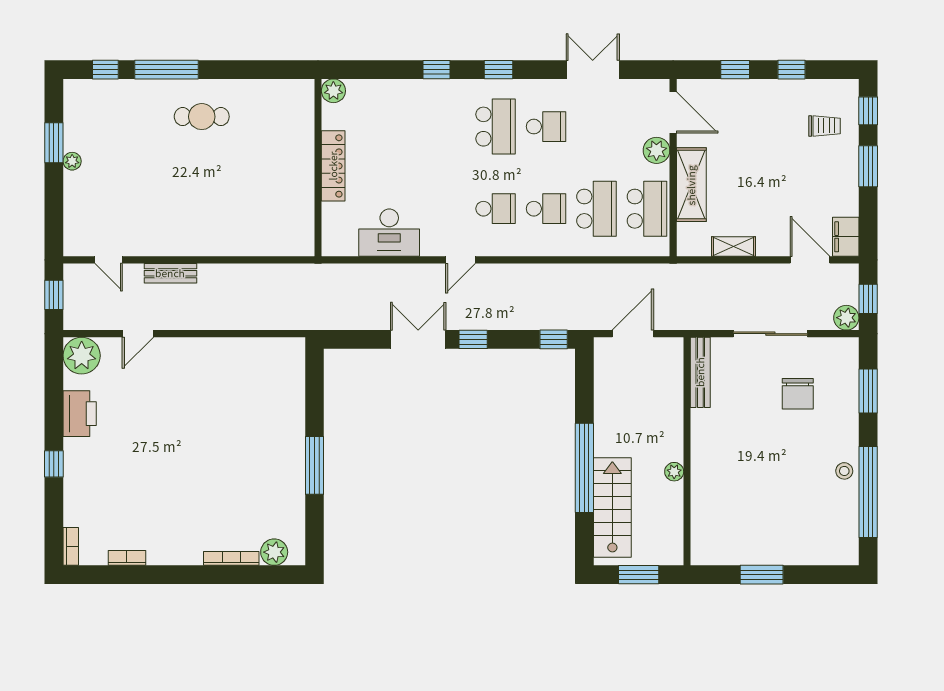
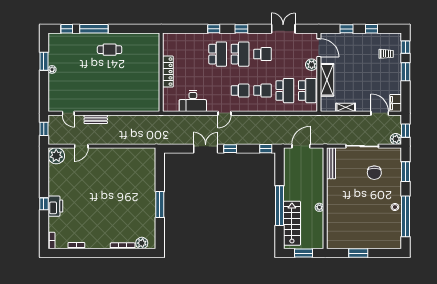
plant: (333, 91) -> (168, 38), removed
school desk: (445, 127) -> (218, 54), added
printer: (80, 414) -> (55, 206), moved

